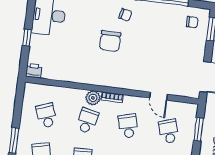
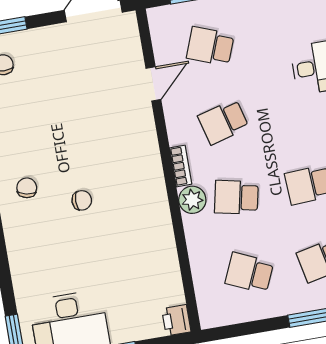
chair: (110, 41) -> (82, 200), width x0.54, depth x0.54
school desk: (47, 116) -> (249, 273), turned 45
school desk: (169, 131) -> (210, 46), turned 39

